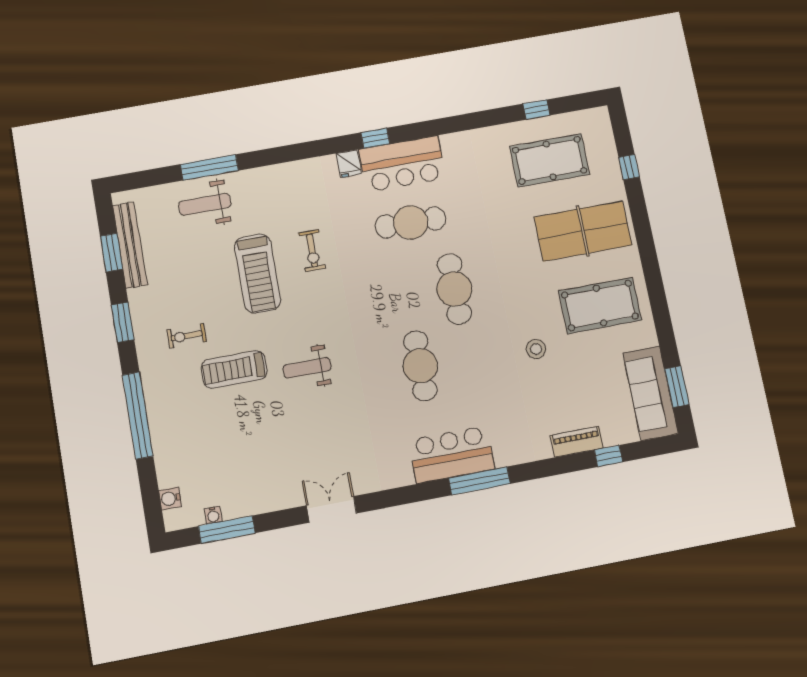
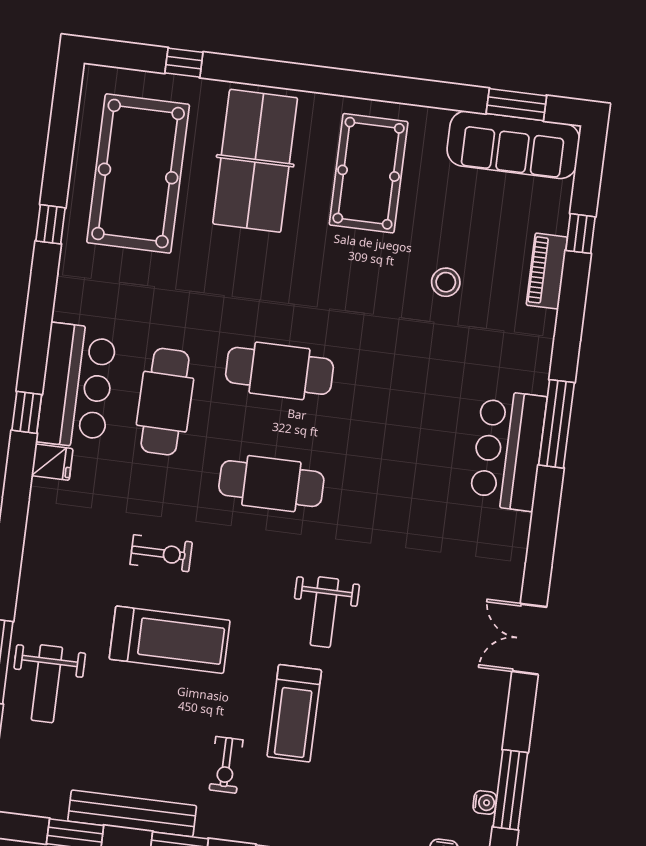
window: (536, 110) -> (51, 224), moved
pool table: (550, 160) -> (138, 173), width x1.36, depth x1.32
bench: (130, 245) -> (132, 813), moved
stool: (536, 349) -> (446, 282), moved
cafe table: (420, 366) -> (271, 484), moved

